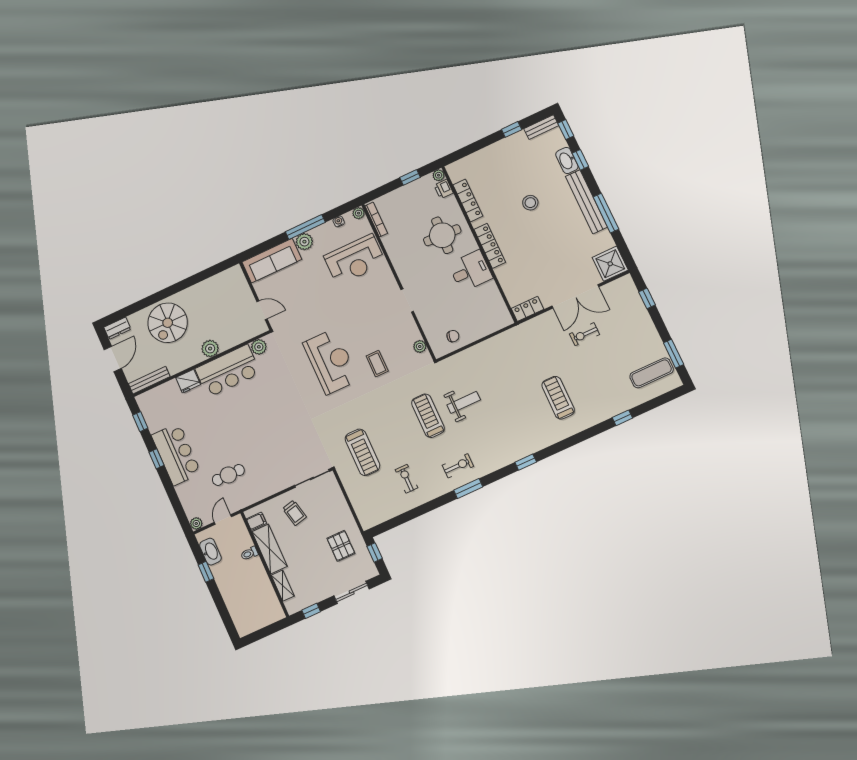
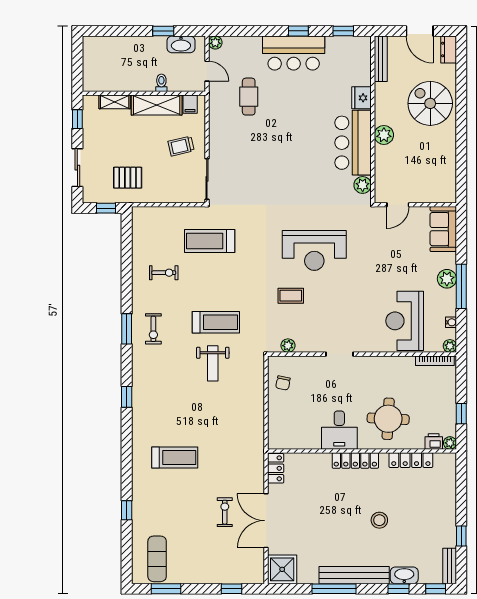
sofa: (272, 261) -> (443, 229), width x0.73

